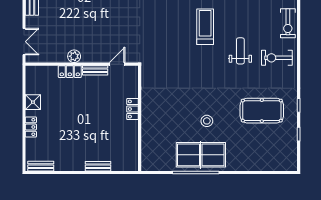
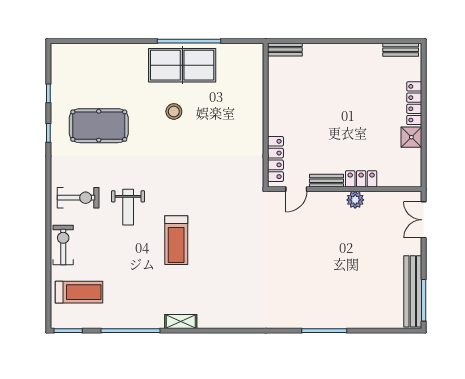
locker: (132, 109) -> (275, 159), moved, width x1.53
locker: (31, 127) -> (414, 103), width x1.53
bench: (98, 166) -> (285, 50), moved

